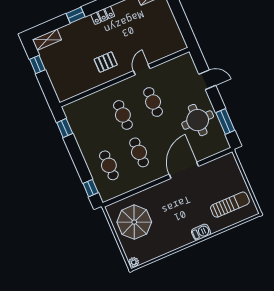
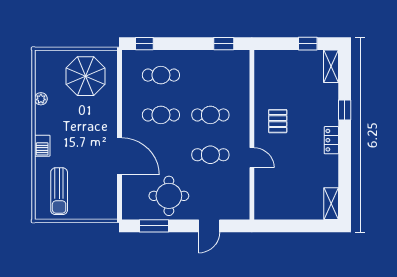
plant: (134, 262) -> (41, 99), moved

